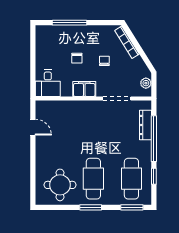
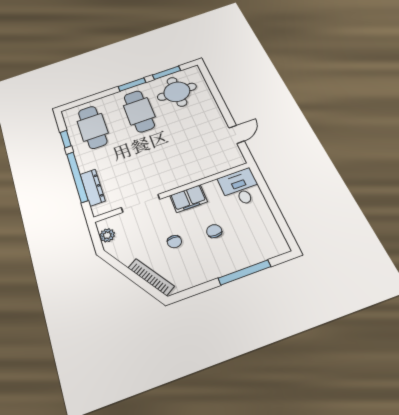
door: (33, 127) -> (237, 134), swing flipped
window: (132, 207) -> (167, 73), moved

